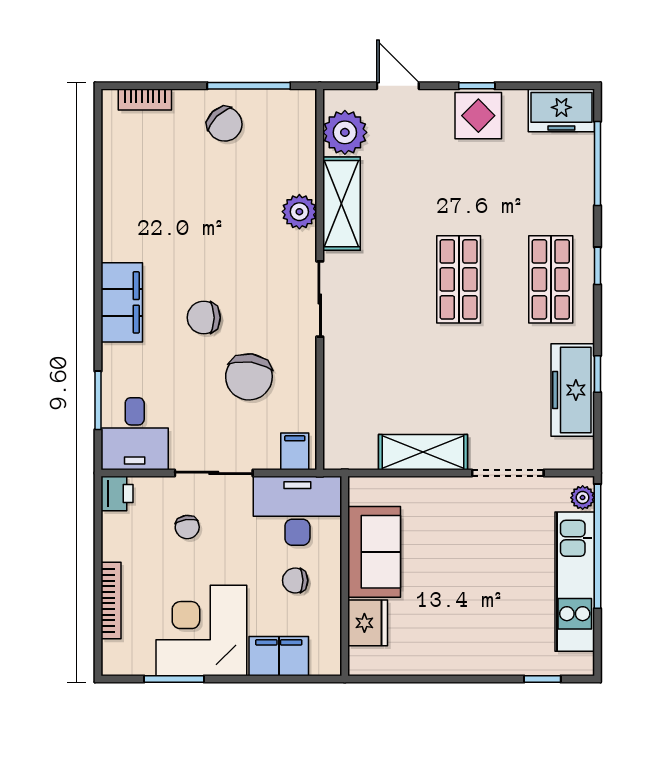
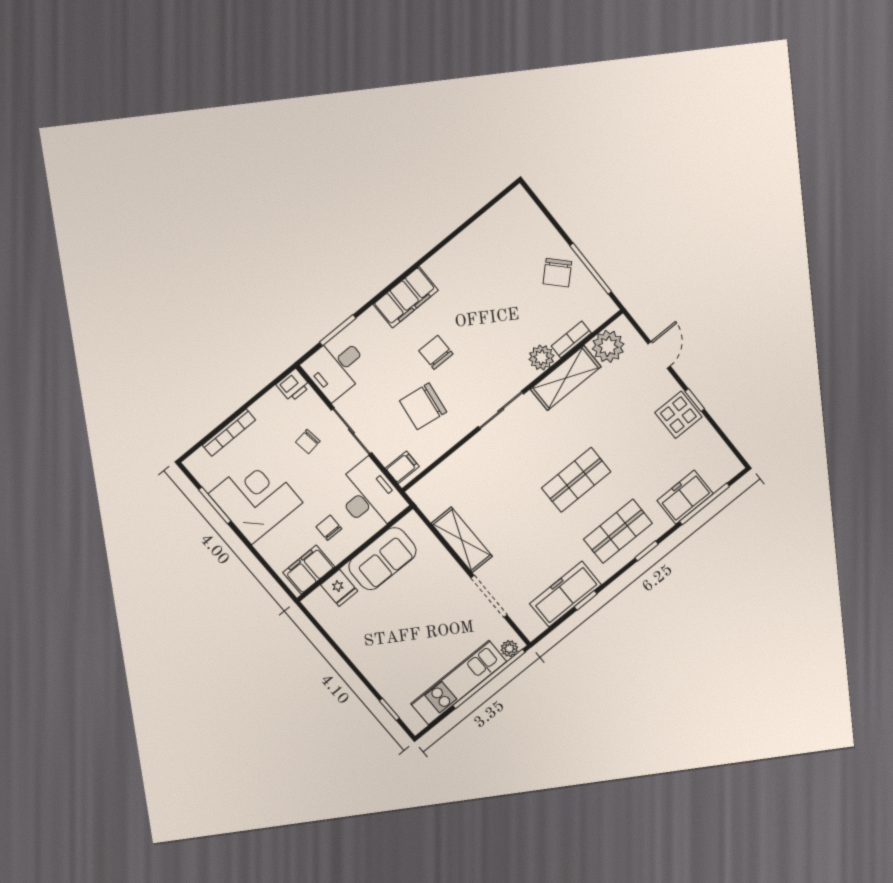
bookcase: (145, 100) -> (571, 340), moved, turned 90
freezer: (561, 110) -> (685, 497), moved, turned 90
fridge: (368, 623) -> (339, 588), width x0.72
filing cabinet: (279, 656) -> (309, 570), moved, turned -90

